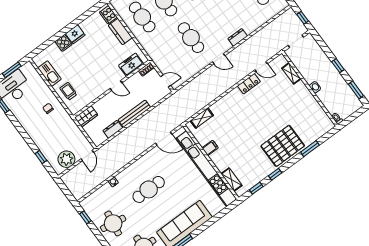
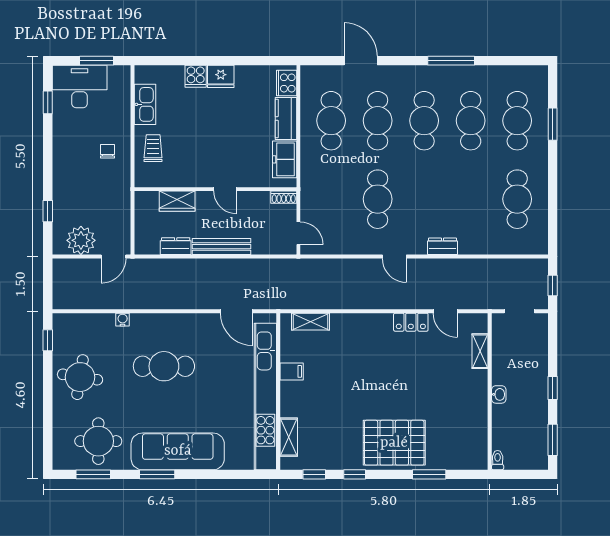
freezer: (131, 65) -> (285, 159), moved, turned -90
wardrobe: (86, 116) -> (177, 201), moved

